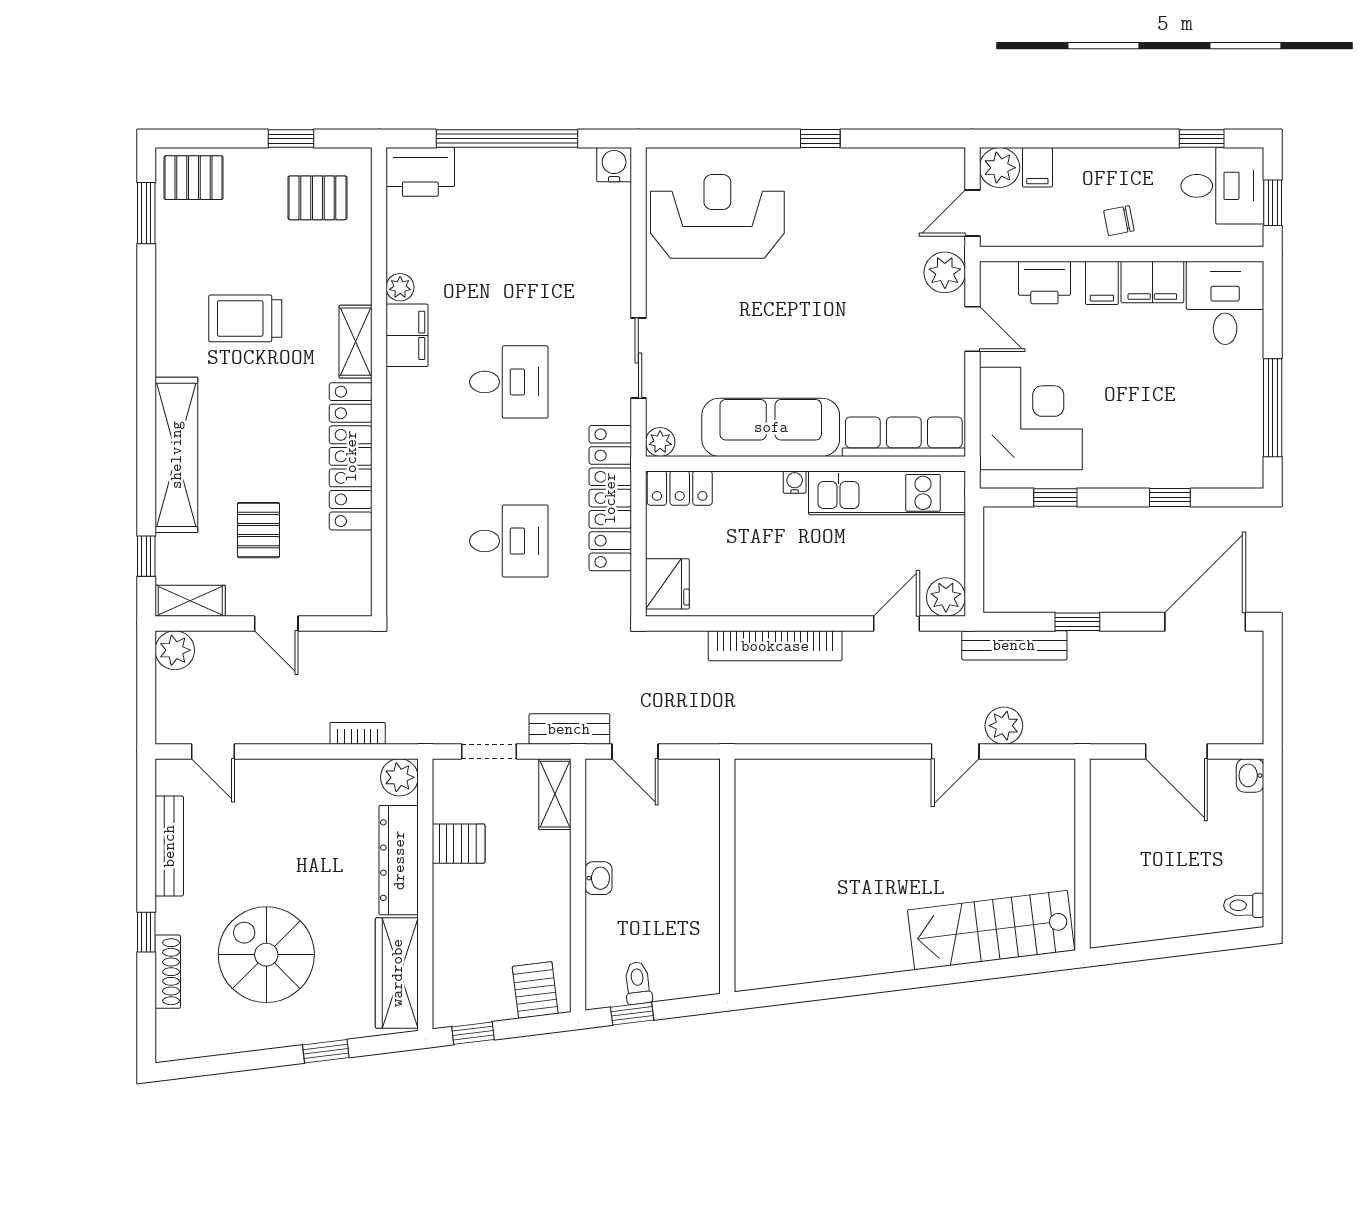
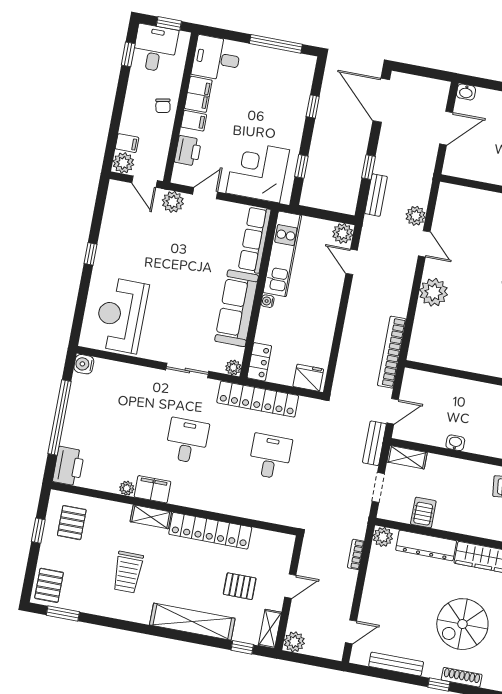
bench: (1014, 645) -> (376, 195), width x0.73
bookcase: (775, 646) -> (392, 352), moved, turned 180
plant: (869, 786) -> (434, 292), added

